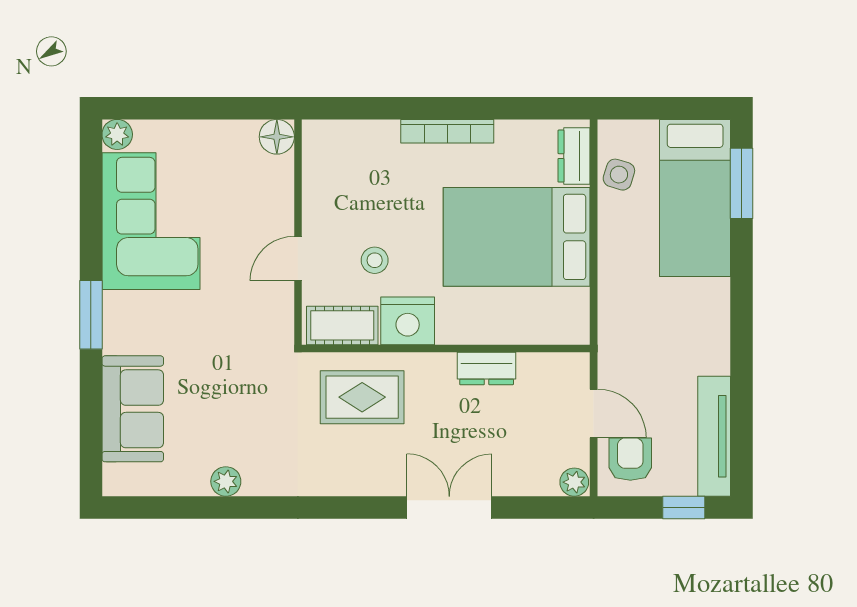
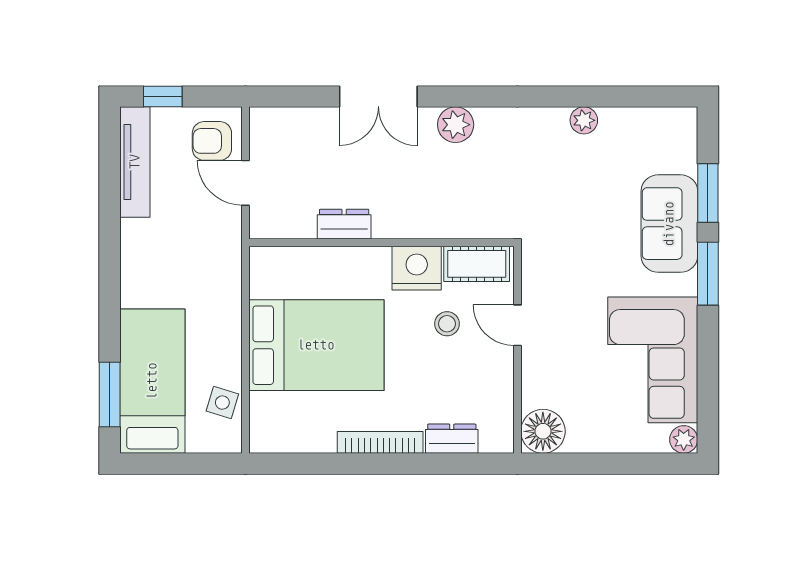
floor lamp: (277, 137) -> (543, 431), width x1.38, depth x1.38
dresser: (574, 156) -> (452, 439), moved, turned -90
door: (298, 259) -> (517, 325), swing flipped
rug: (362, 397) -> (458, 198), removed
window: (91, 403) -> (708, 193), added
sofa: (133, 409) -> (669, 224), moved
armchair: (630, 459) -> (212, 141), turned 90
plant: (574, 482) -> (456, 125), moved, width x1.38, depth x1.38

